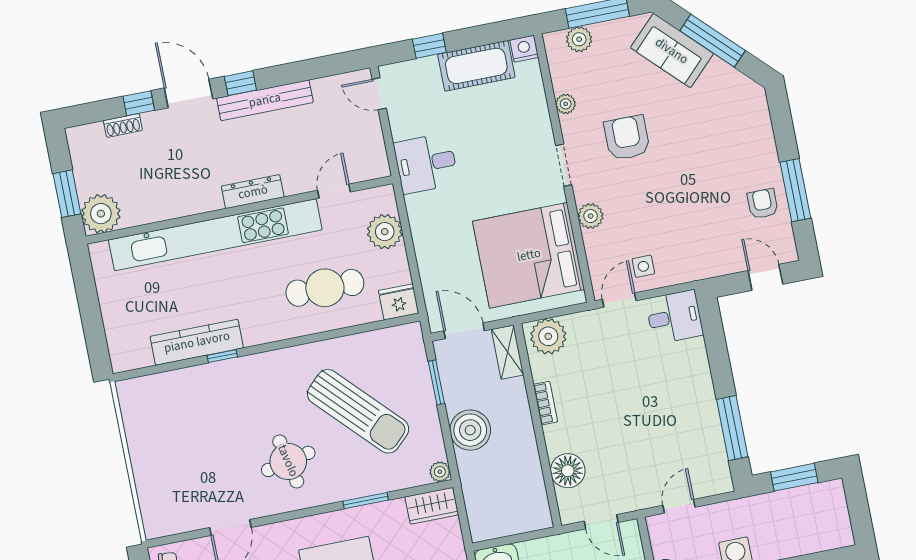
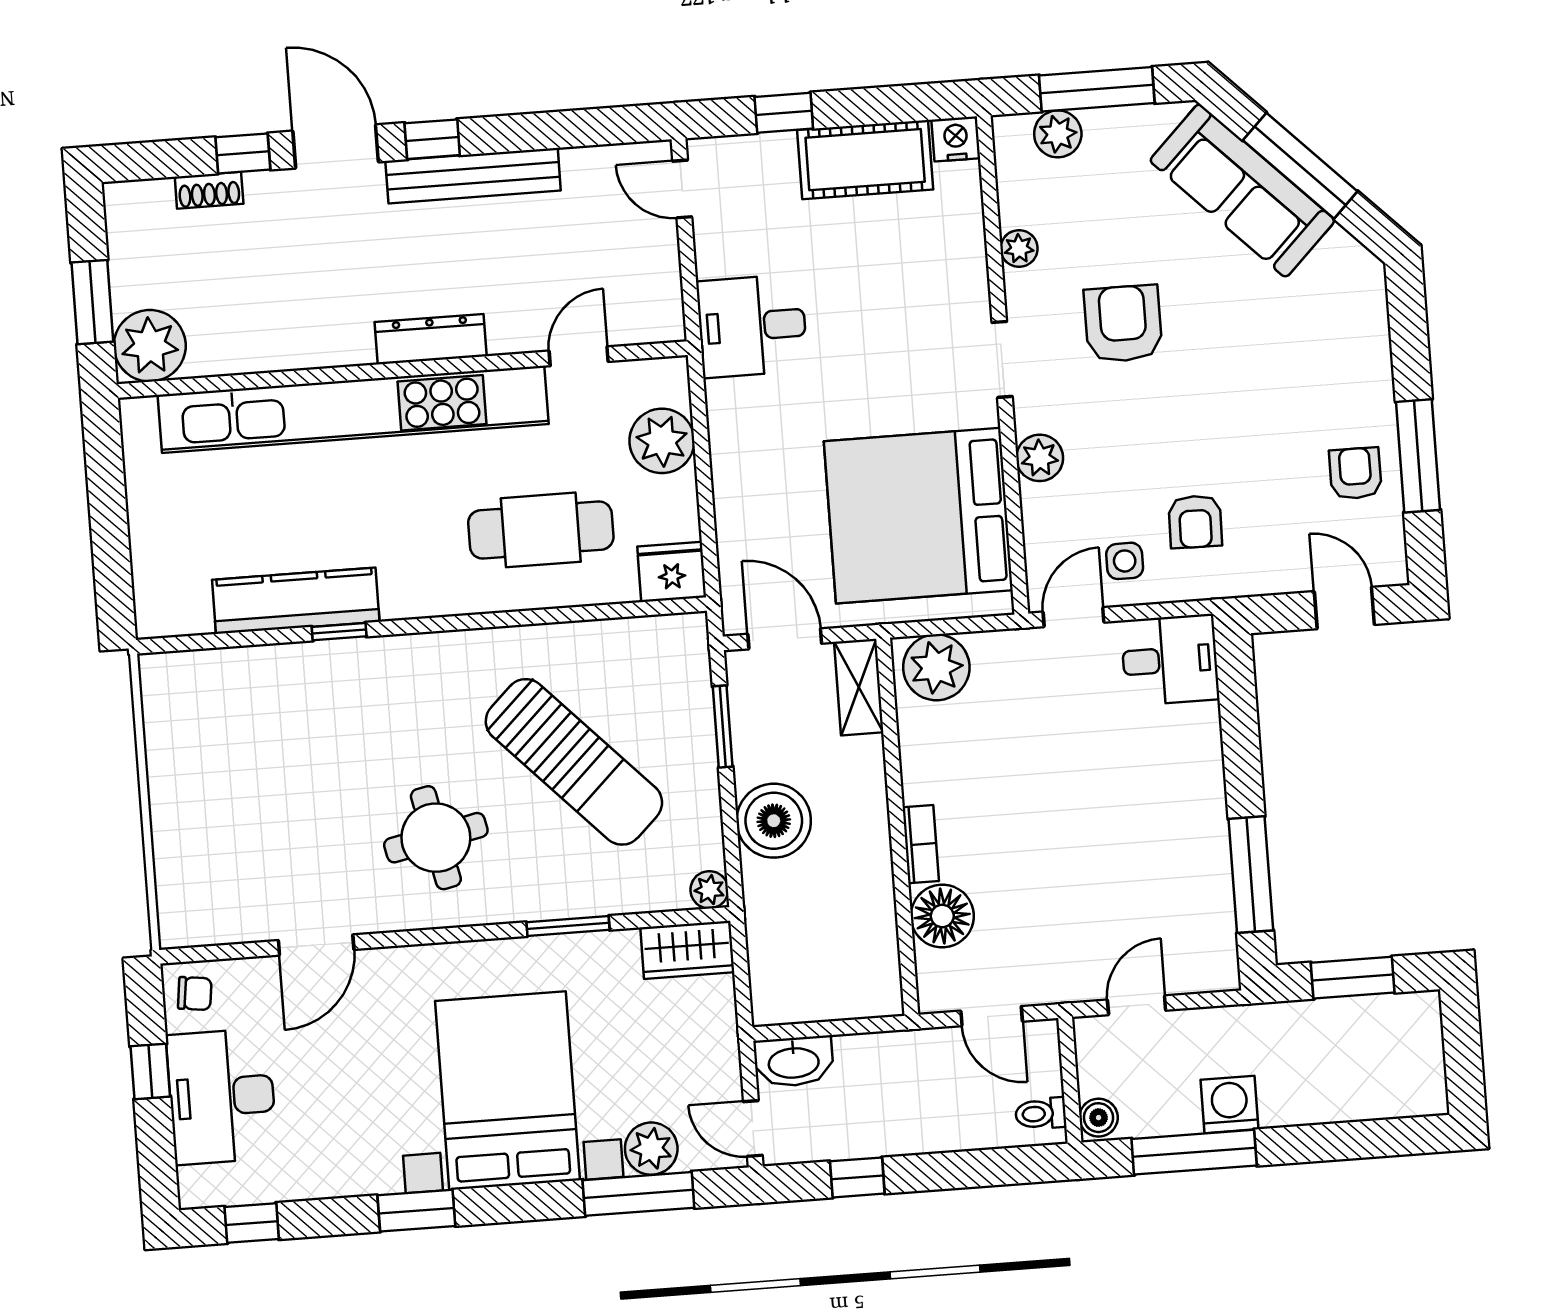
sofa: (672, 51) -> (1242, 190), width x1.36
armchair: (679, 240) -> (1195, 522), added
bookcase: (545, 403) -> (921, 844), moved

